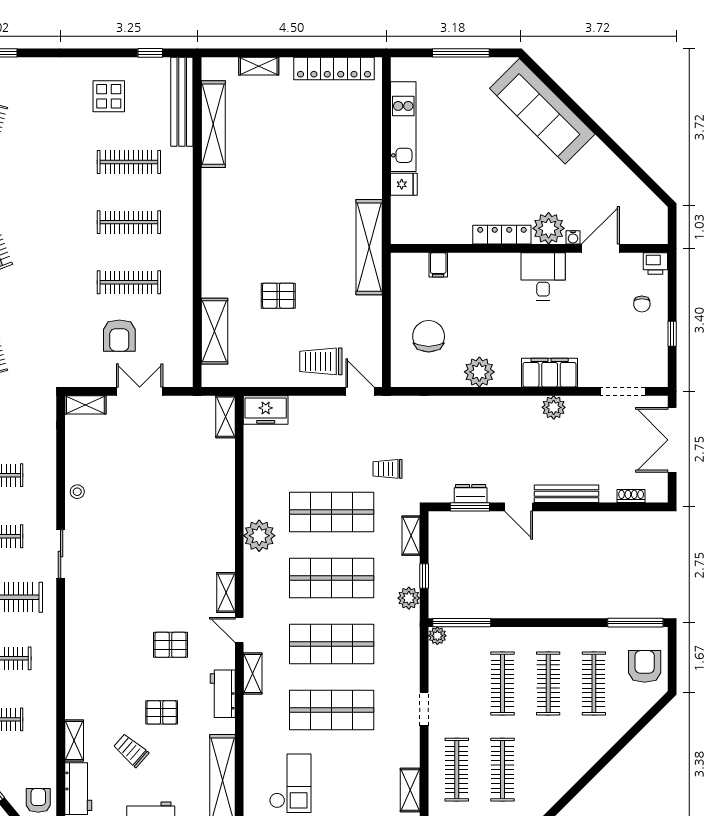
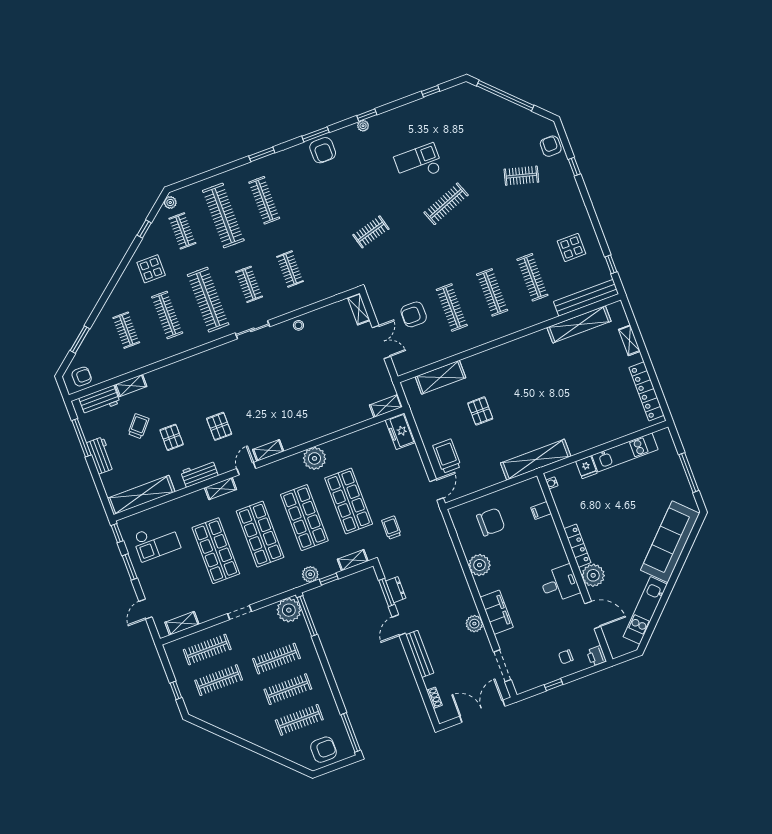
kitchen unit: (620, 177) -> (645, 610), added
water cooler: (573, 237) -> (552, 483), moved
plant: (437, 636) -> (289, 610), width x1.88, depth x1.88

